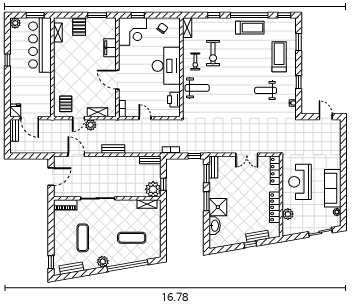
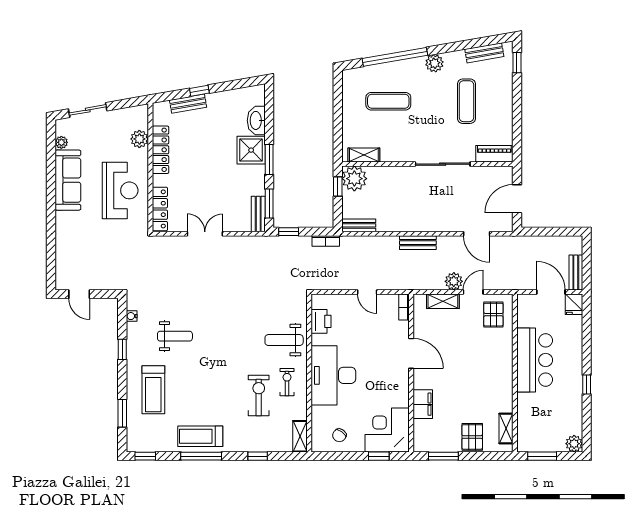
window: (249, 15) -> (201, 456), width x0.68
bar counter: (40, 45) -> (535, 360), moved, width x0.73

